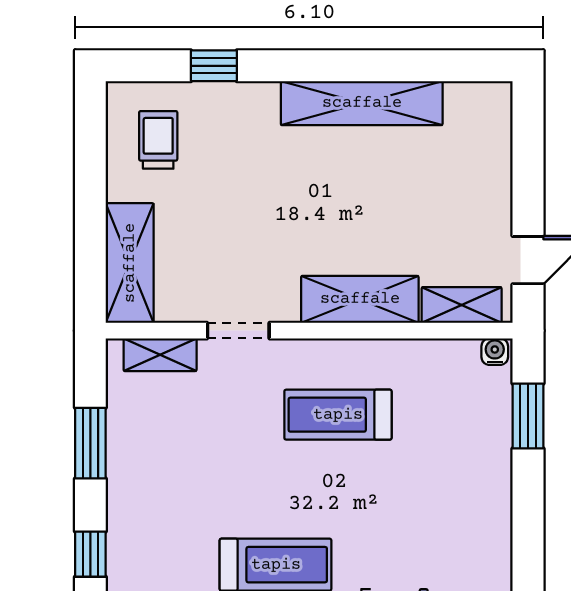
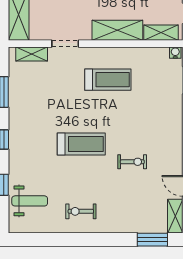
treadmill: (338, 415) -> (108, 80), turned 180

